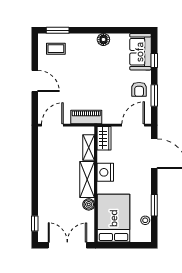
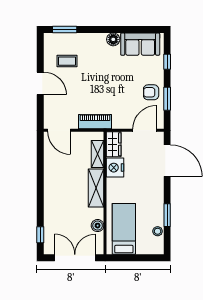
coffee table: (56, 49) -> (67, 61), moved
sofa: (140, 52) -> (140, 44), moved, turned -90
armchair: (139, 89) -> (151, 92), turned 90
door: (52, 125) -> (59, 130), swing flipped
nightstand: (105, 172) -> (115, 168), moved
boiler: (89, 204) -> (98, 226), moved
bed: (114, 218) -> (124, 229), width x0.67

